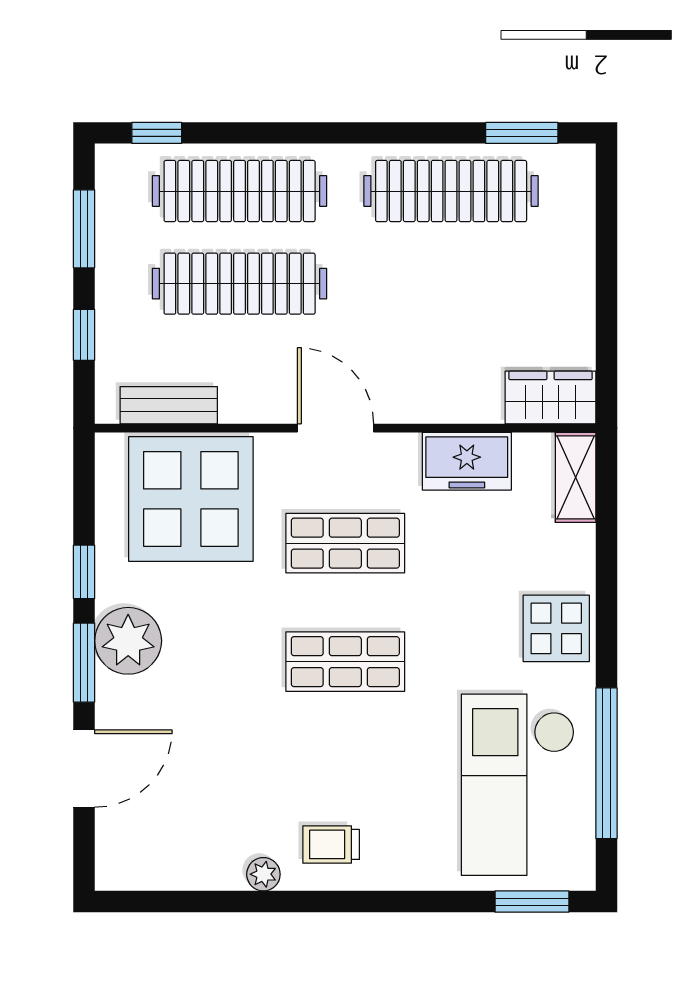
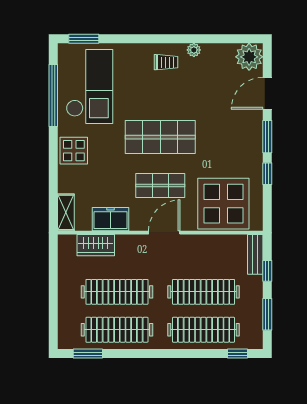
clothes rail: (451, 284) -> (117, 292), added
wardrobe: (551, 398) -> (96, 245), moved
bench: (169, 405) -> (255, 254), moved, turned 90
door: (336, 428) -> (164, 233), swing flipped
plant: (128, 641) -> (249, 57), moved
shop shelf: (345, 662) -> (160, 137), width x1.43, depth x1.36

